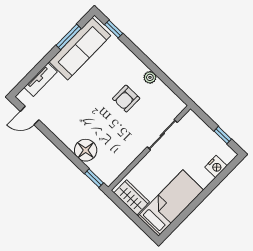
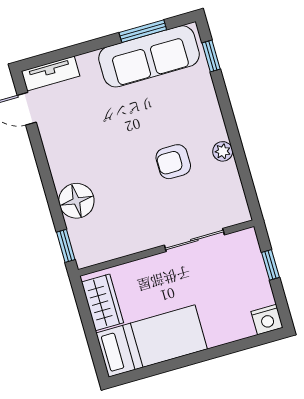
tv unit: (41, 80) -> (51, 74), moved
window: (223, 135) -> (271, 265), moved
nightstand: (216, 166) -> (267, 319), moved

